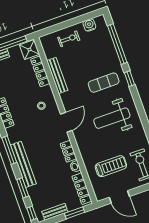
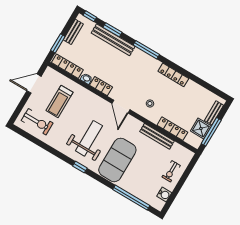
shower: (29, 50) -> (201, 128), moved
window: (130, 79) -> (80, 167), moved
exercise mat: (104, 83) -> (117, 160), width x2.00, depth x1.45
bench: (23, 164) -> (113, 40), moved

